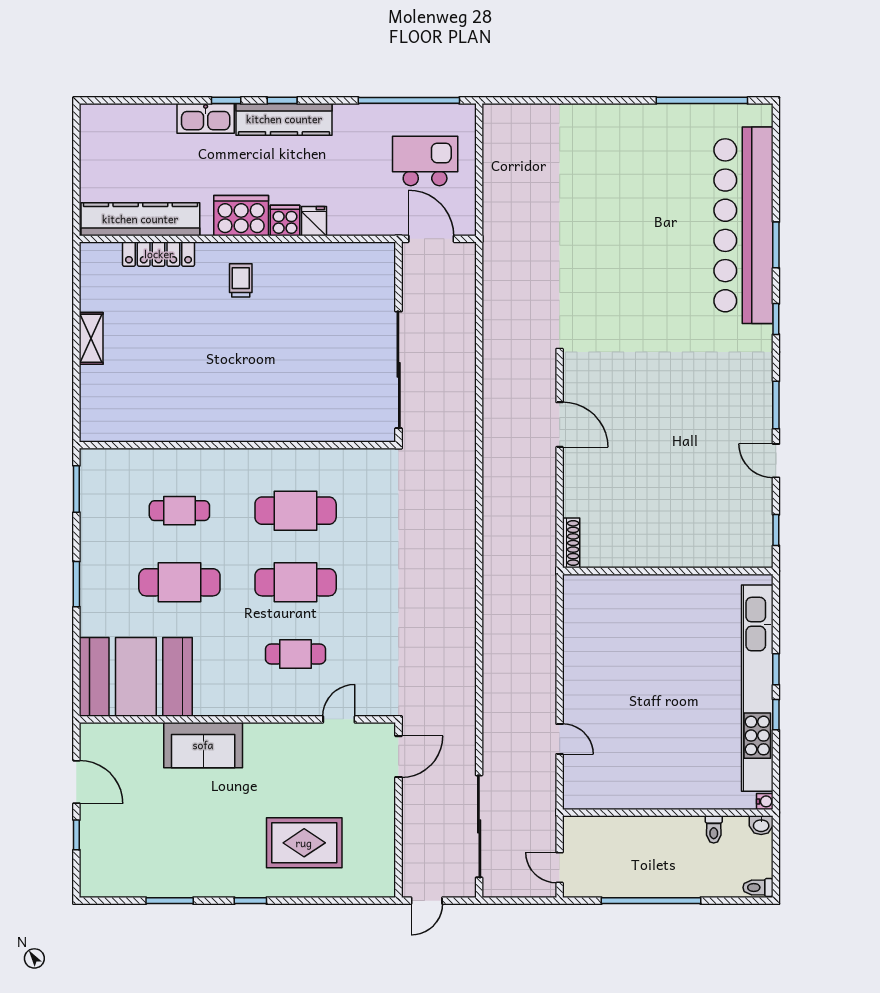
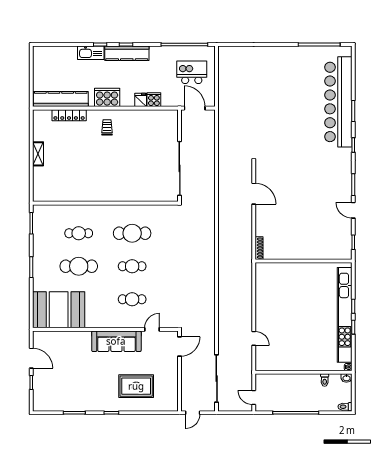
cooker: (285, 221) -> (154, 100), moved
cafe table: (296, 582) -> (132, 266), width x0.73, depth x0.74
sofa: (203, 745) -> (116, 341), moved, width x1.36

